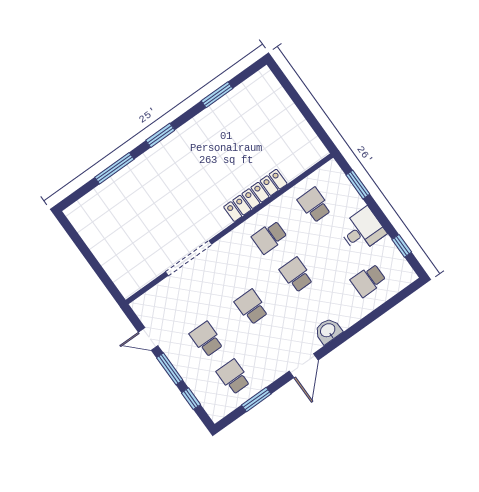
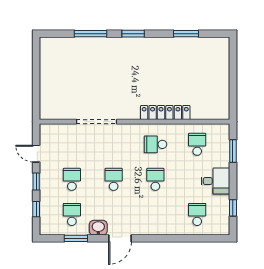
school desk: (368, 280) -> (197, 214), turned 90
washbasin: (328, 331) -> (98, 228), moved
window: (170, 369) -> (36, 181), width x0.67

